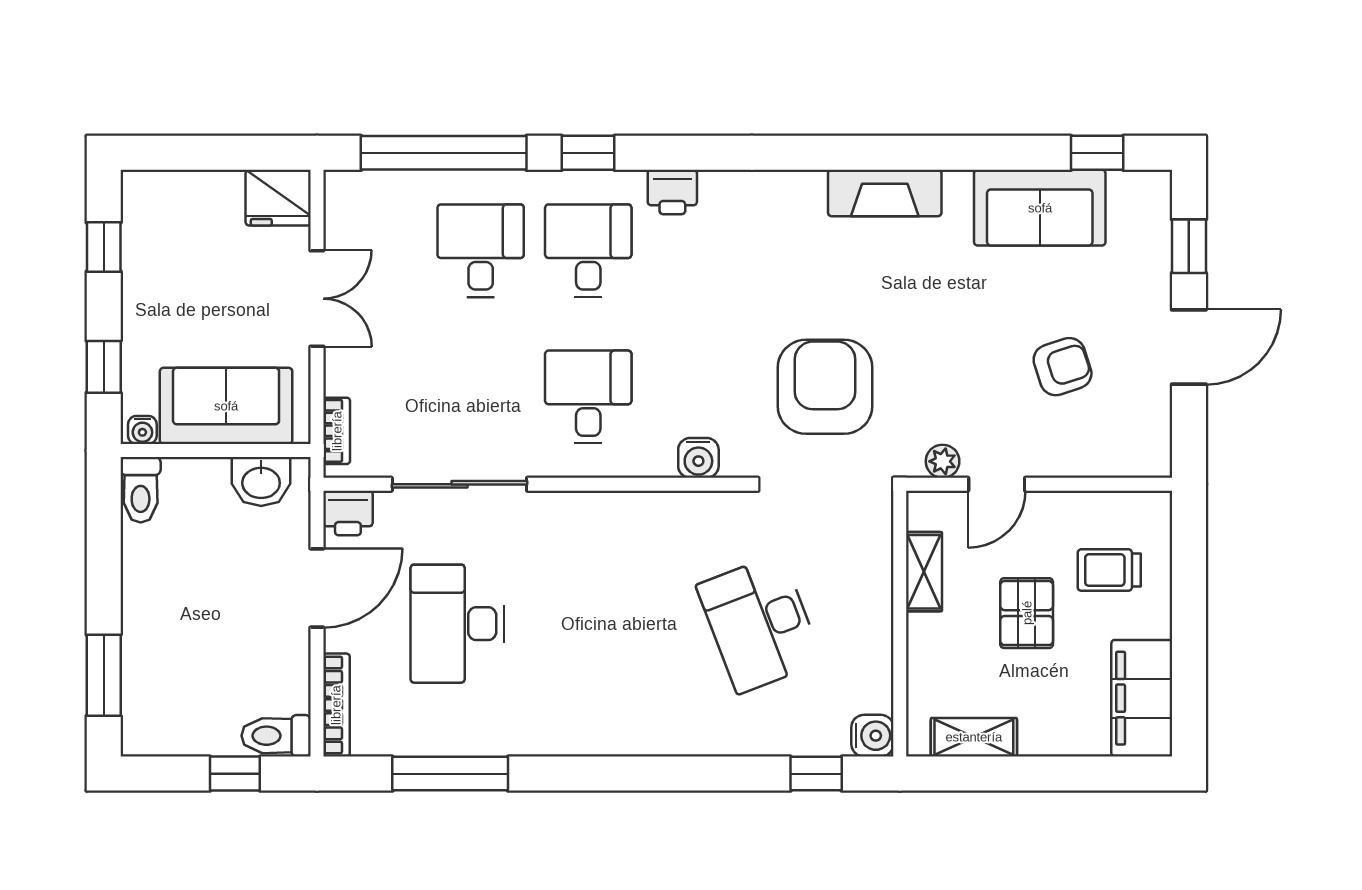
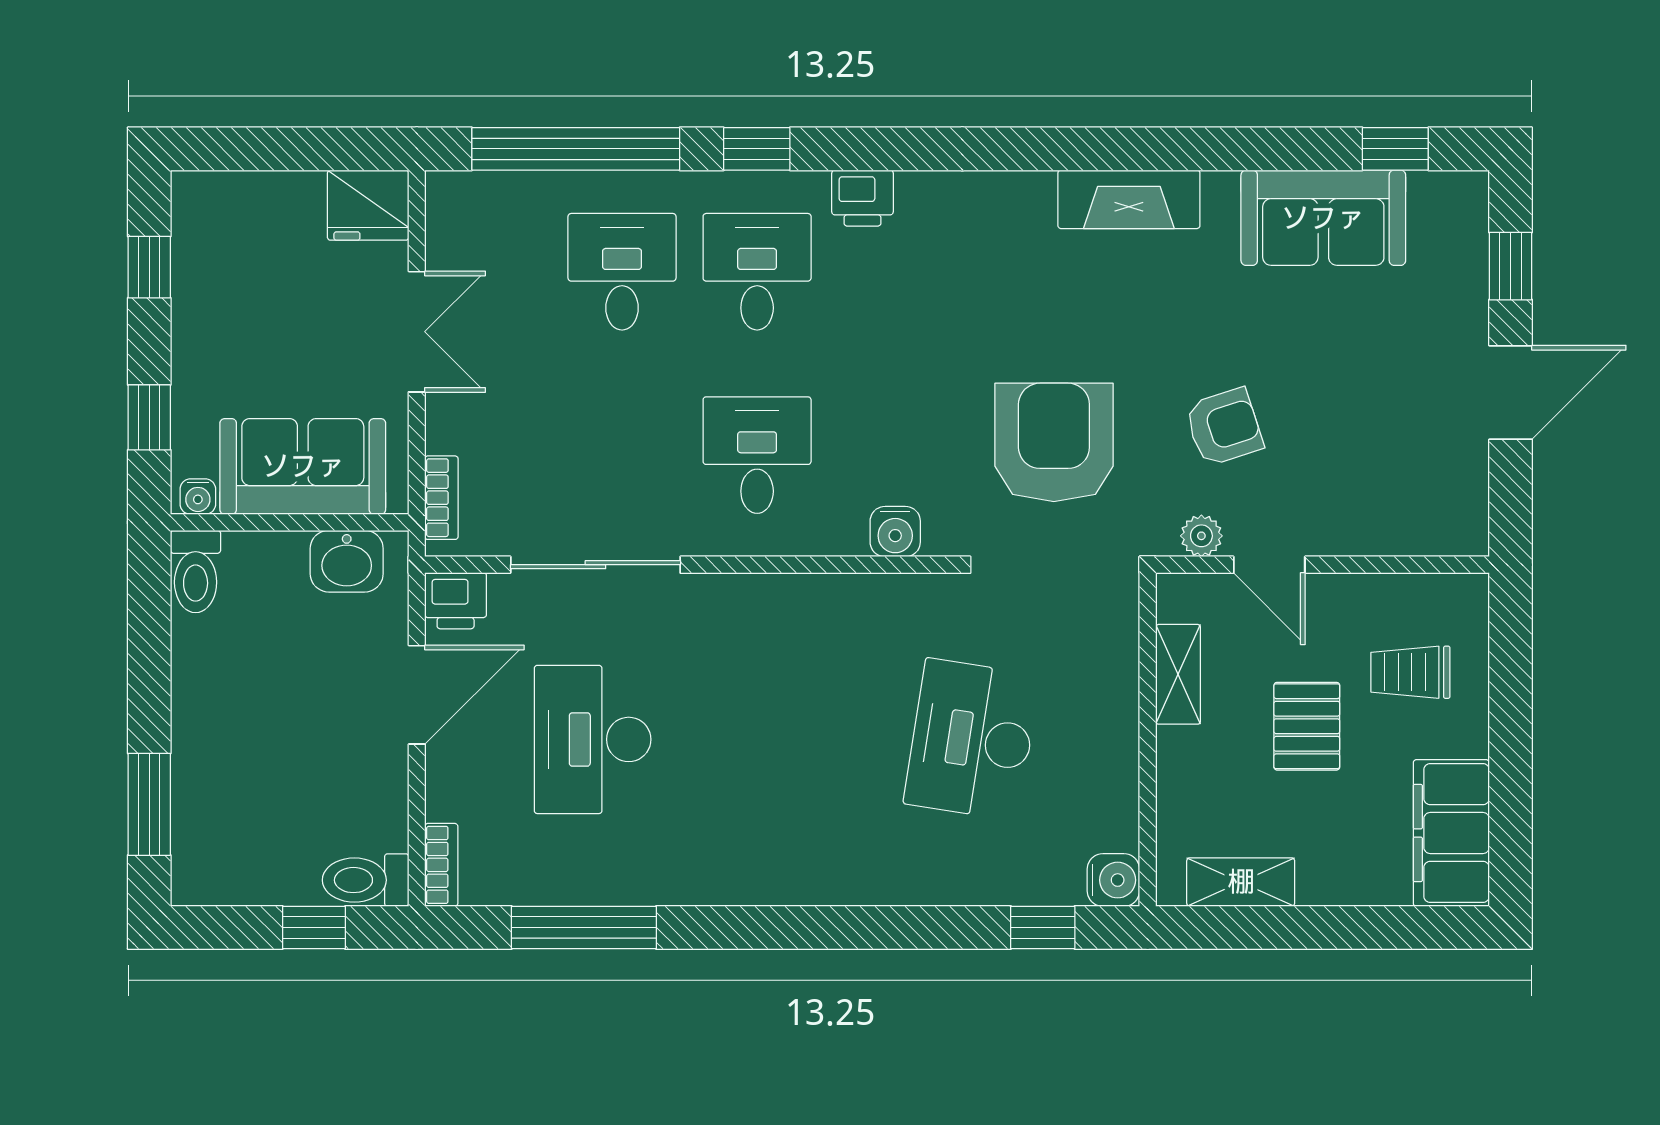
armchair: (1063, 367) -> (1224, 427), moved
door: (997, 484) -> (1269, 565), hinge flipped
desk: (760, 624) -> (972, 739), turned 30
bookcase: (336, 705) -> (441, 865), width x0.64

